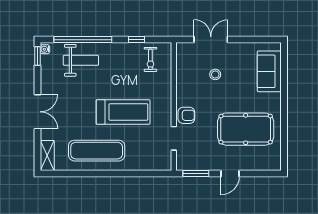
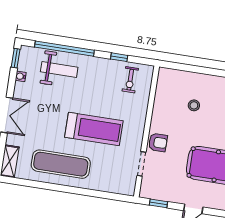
double door: (211, 40) -> (195, 69), removed
water cooler: (45, 49) -> (21, 76), moved
window: (196, 174) -> (158, 203), width x0.67

